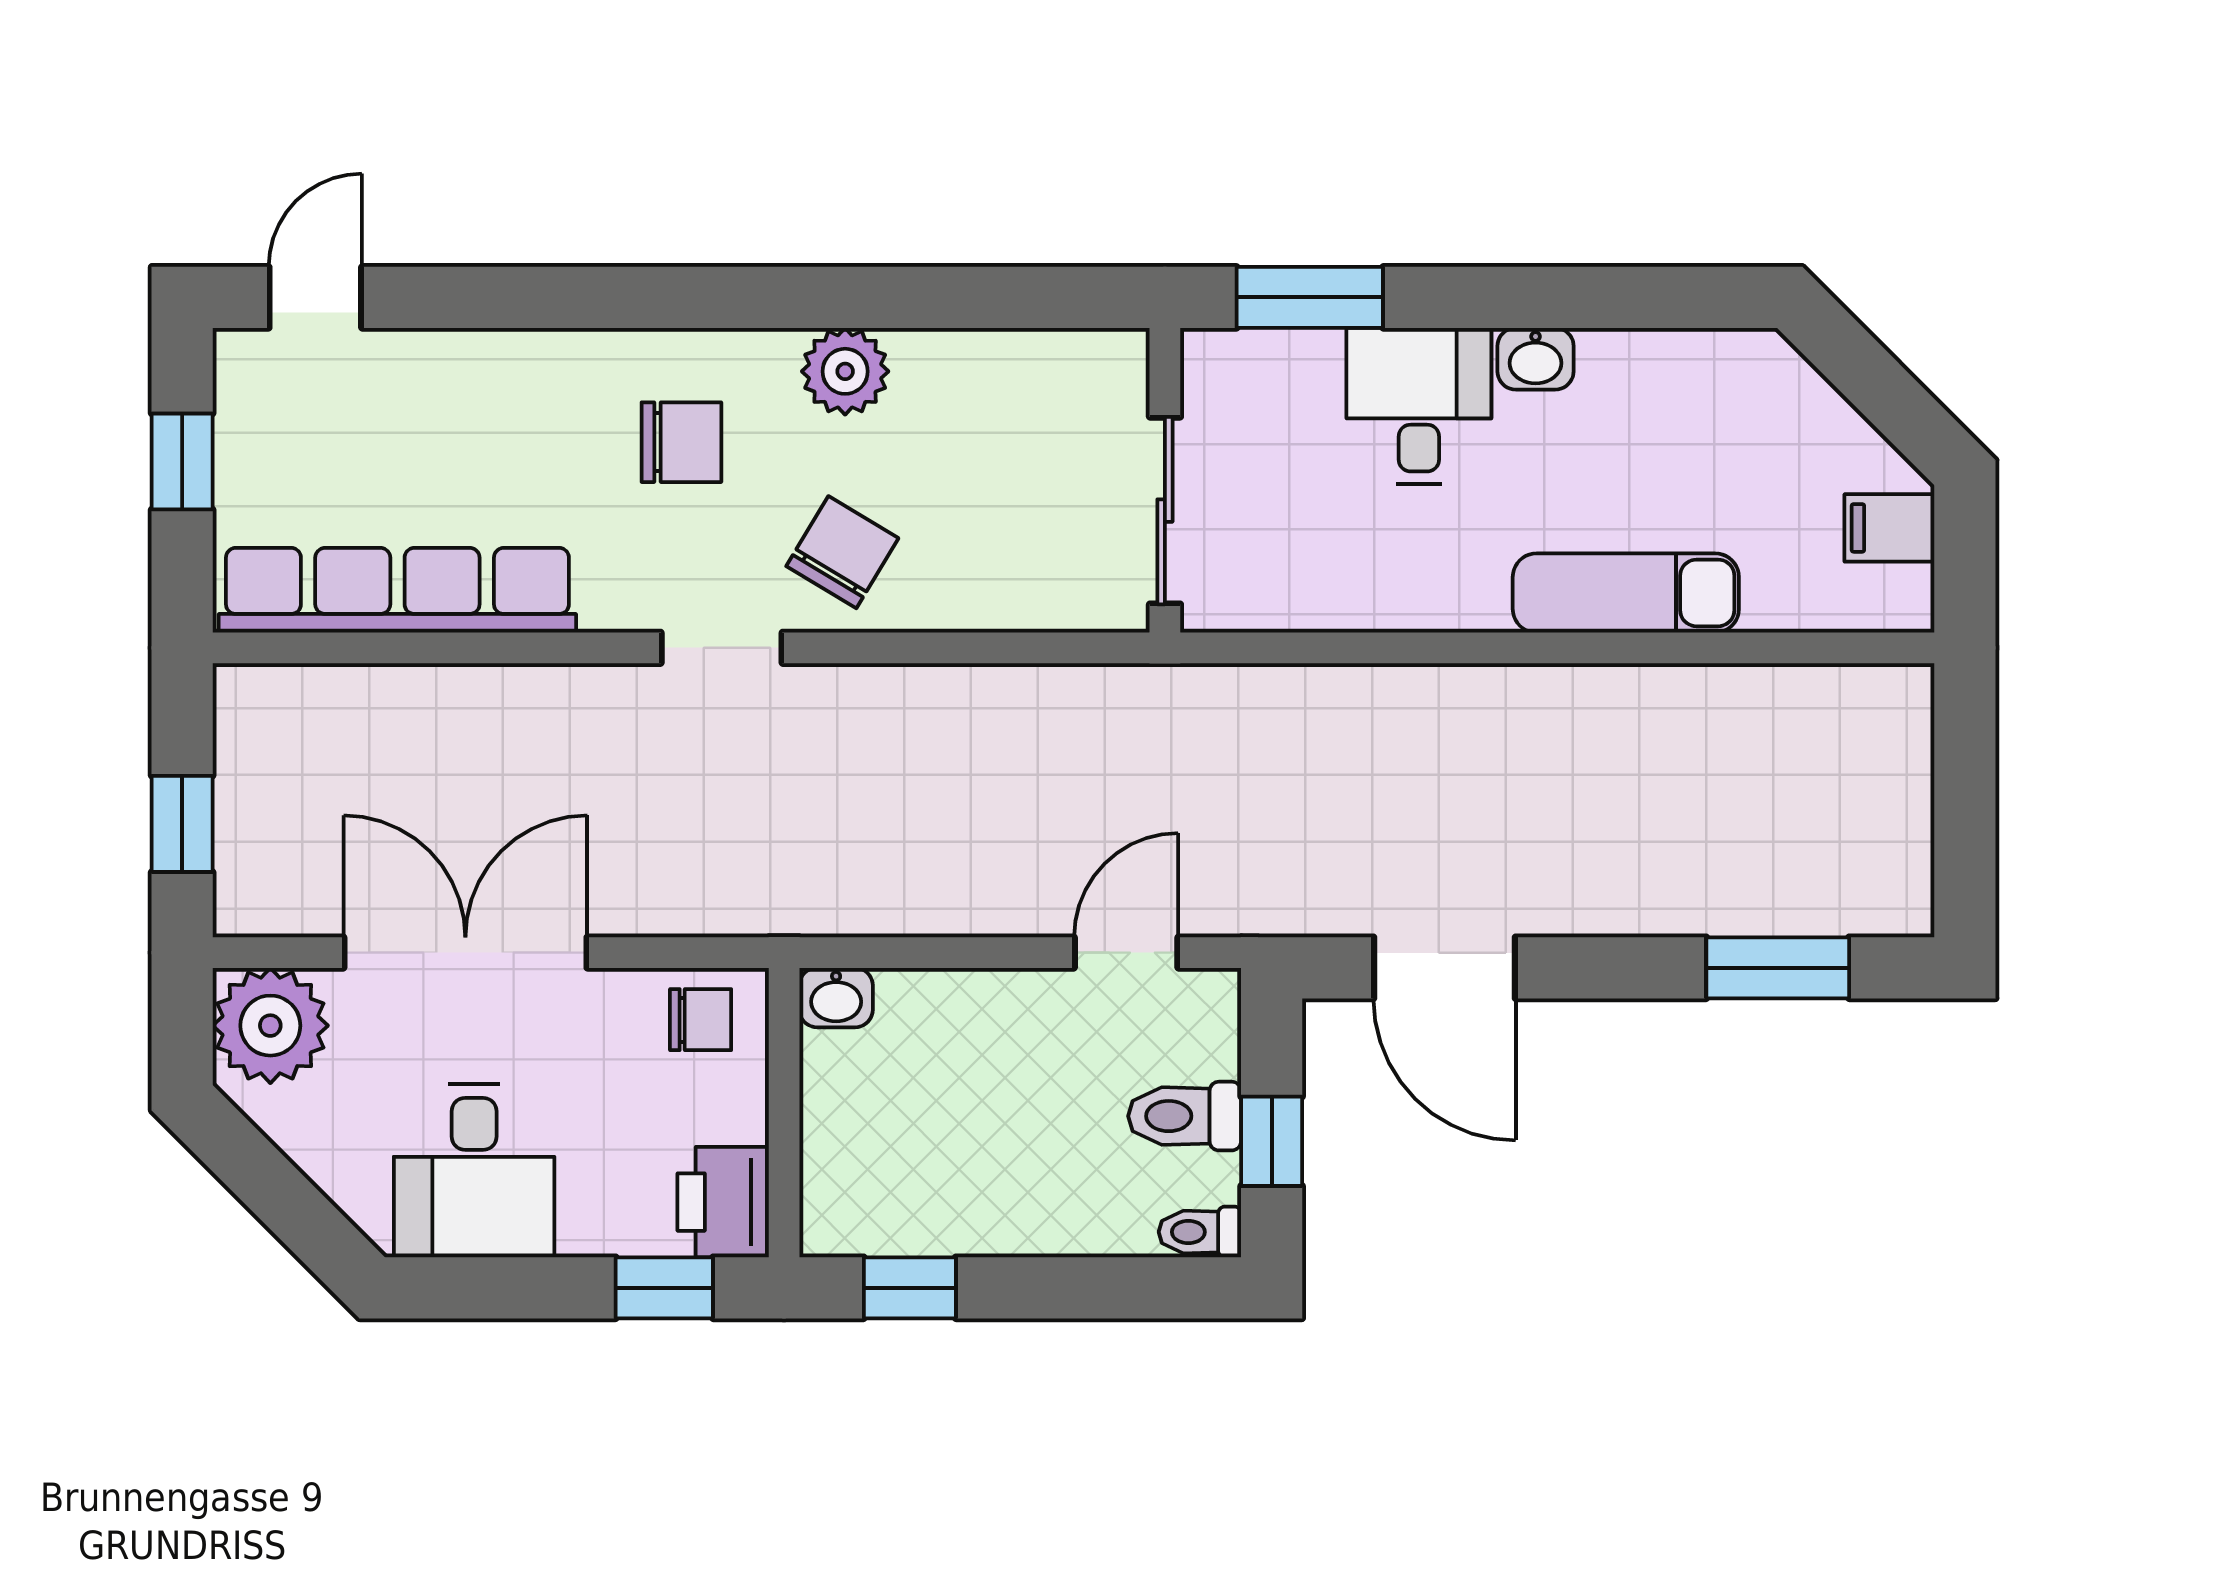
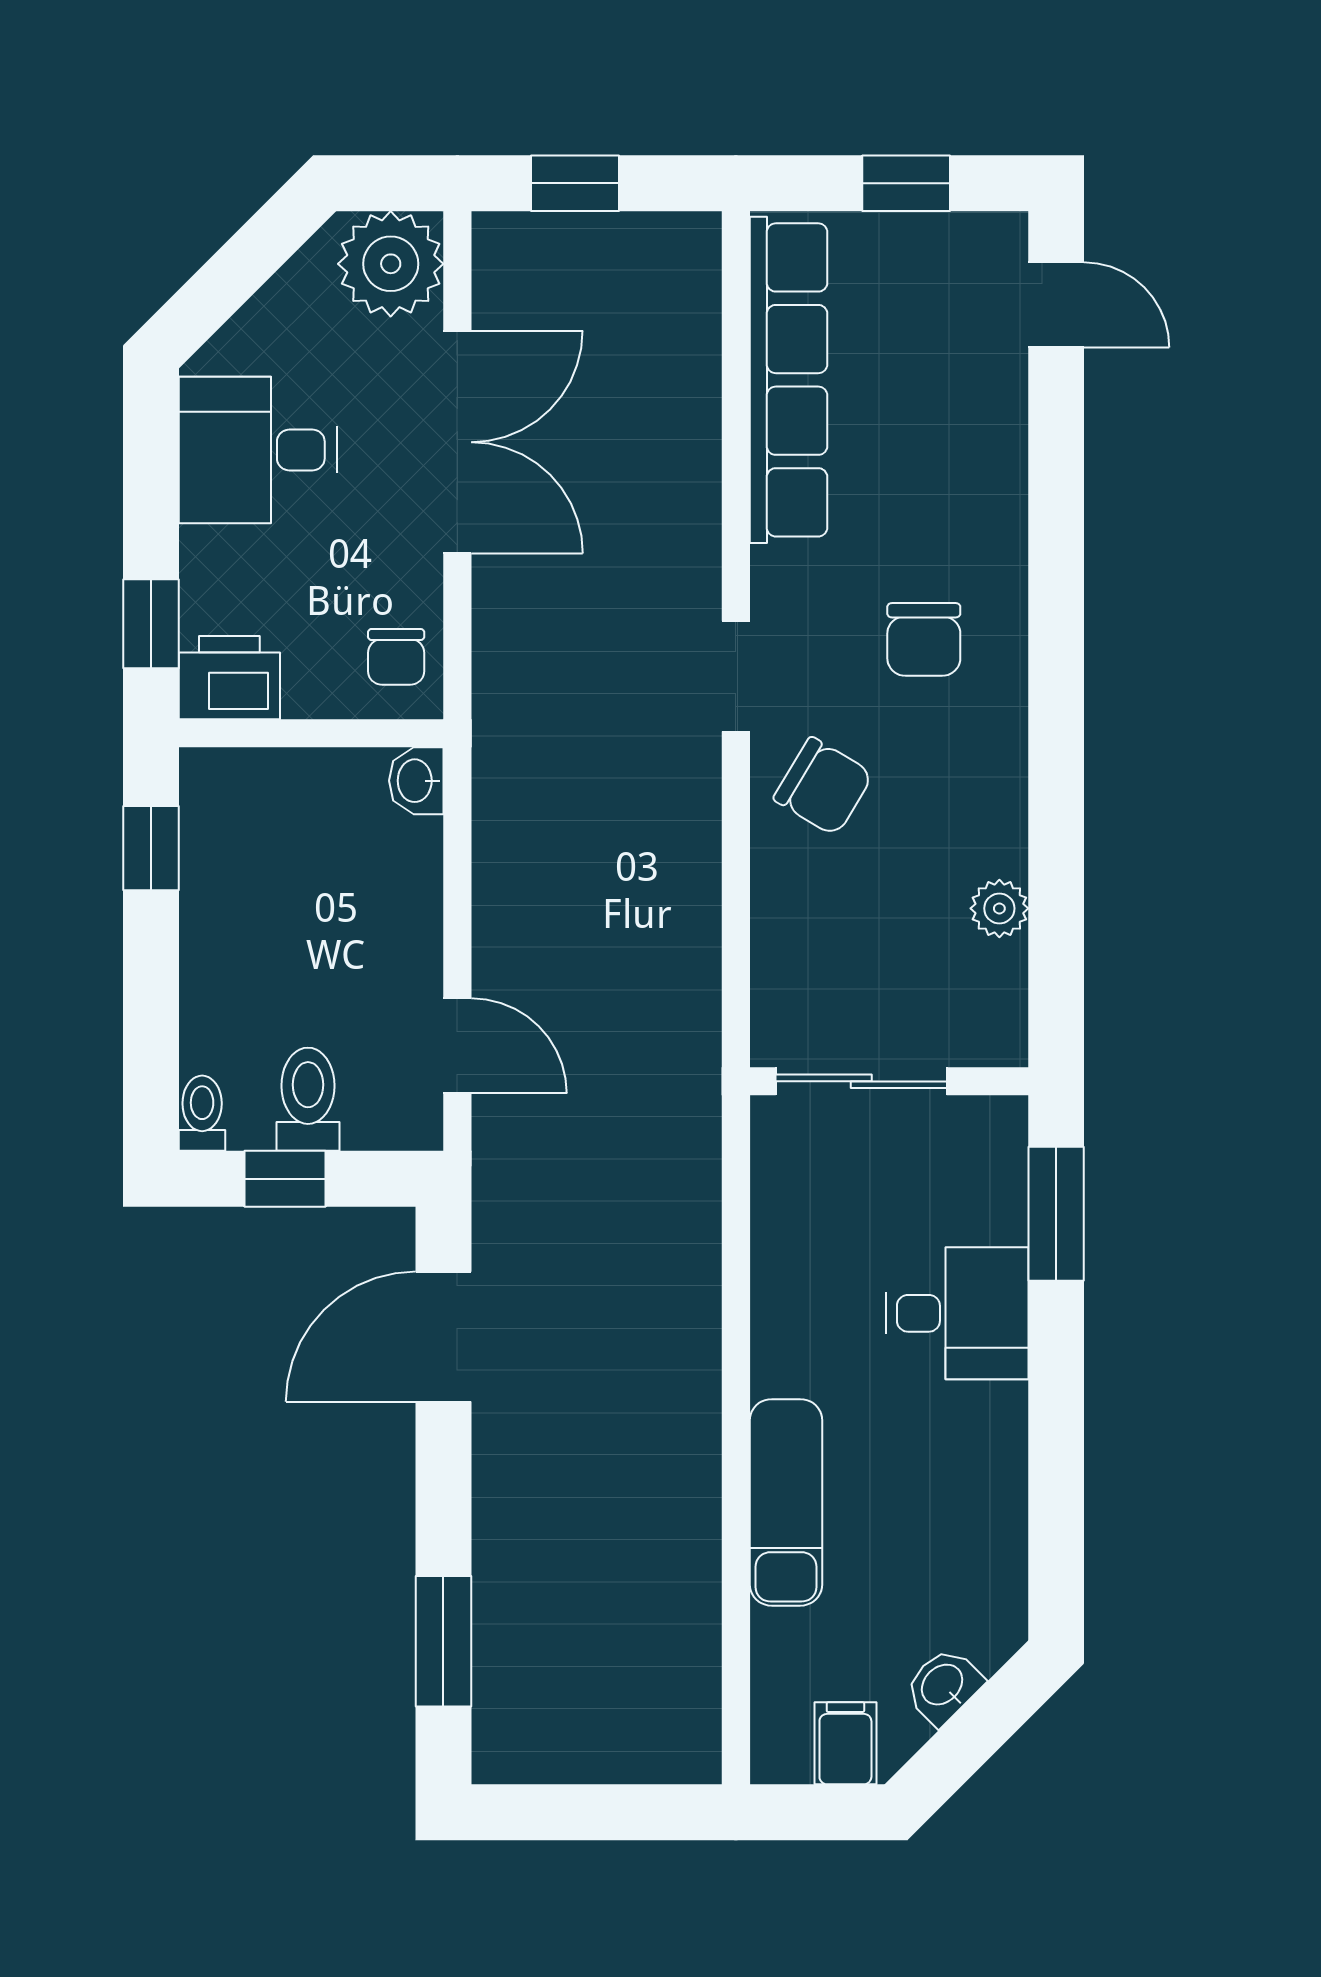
washbasin: (1536, 359) -> (943, 1686), moved, turned 45
plant: (845, 371) -> (999, 908), moved, width x0.73, depth x0.73

